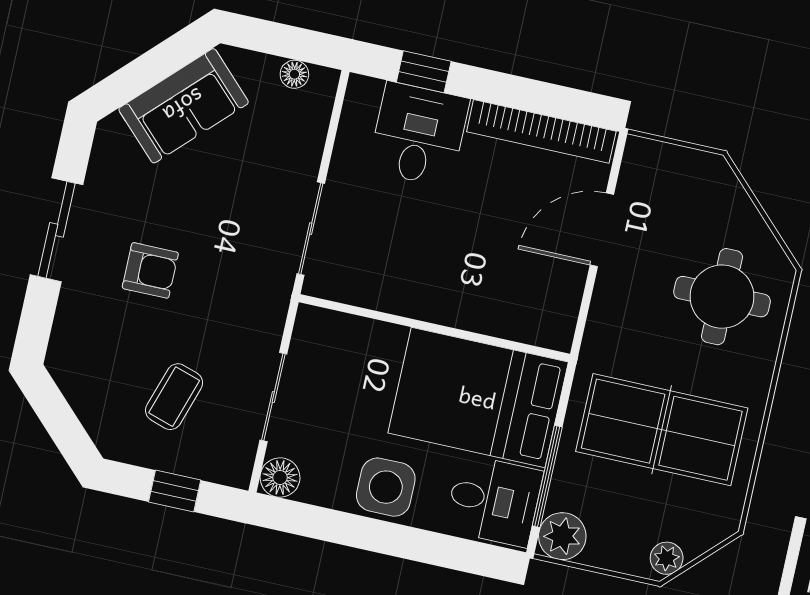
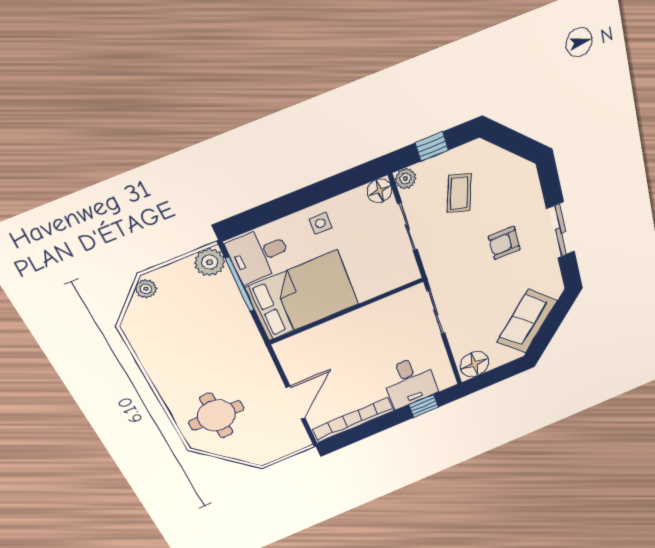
floor lamp: (294, 74) -> (474, 364), width x1.89, depth x1.89
table tennis table: (662, 430) -> (198, 343), removed
plant: (235, 470) -> (405, 179), added
side table: (386, 487) -> (320, 223), width x0.54, depth x0.54

